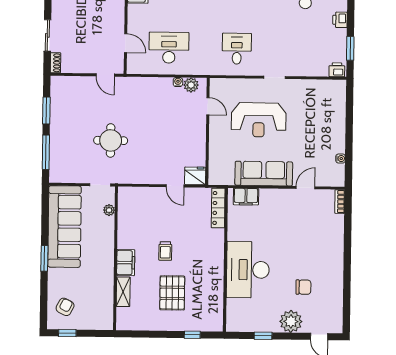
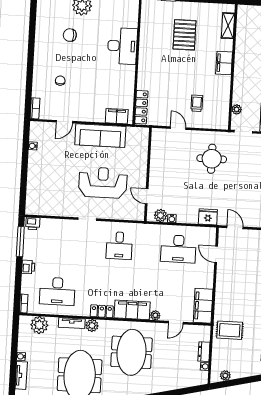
window: (350, 48) -> (20, 242), width x1.44
round table: (111, 140) -> (212, 159), moved
fridge: (195, 176) -> (208, 217), moved, turned 180
chair: (312, 235) -> (60, 81), added
trolley: (165, 251) -> (197, 103), moved
desk: (248, 270) -> (122, 46), width x0.73, depth x0.77
shelving: (123, 292) -> (228, 26), moved

